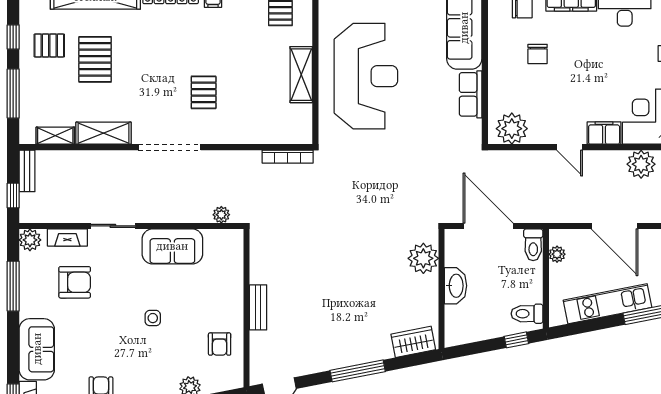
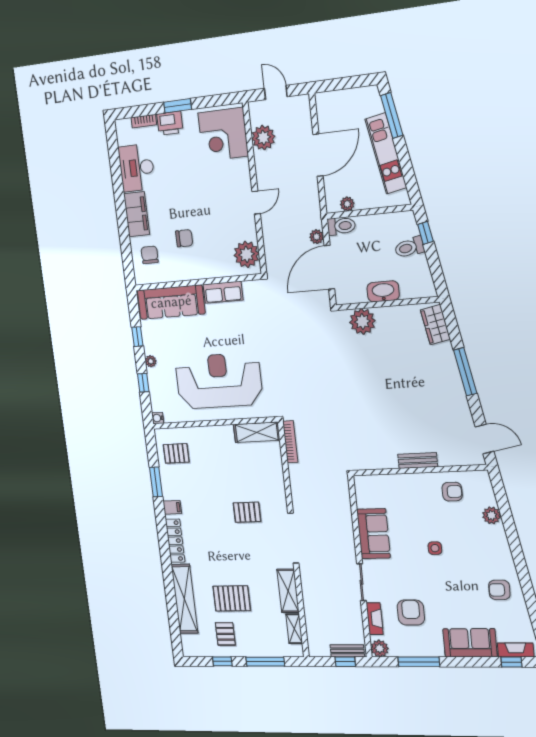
shelving: (301, 75) -> (257, 432), moved
filing cabinet: (604, 133) -> (241, 174), removed
bench: (27, 171) -> (347, 651), moved
plant: (221, 215) -> (317, 237), moved
toilet: (527, 314) -> (409, 247), moved, turned 79

